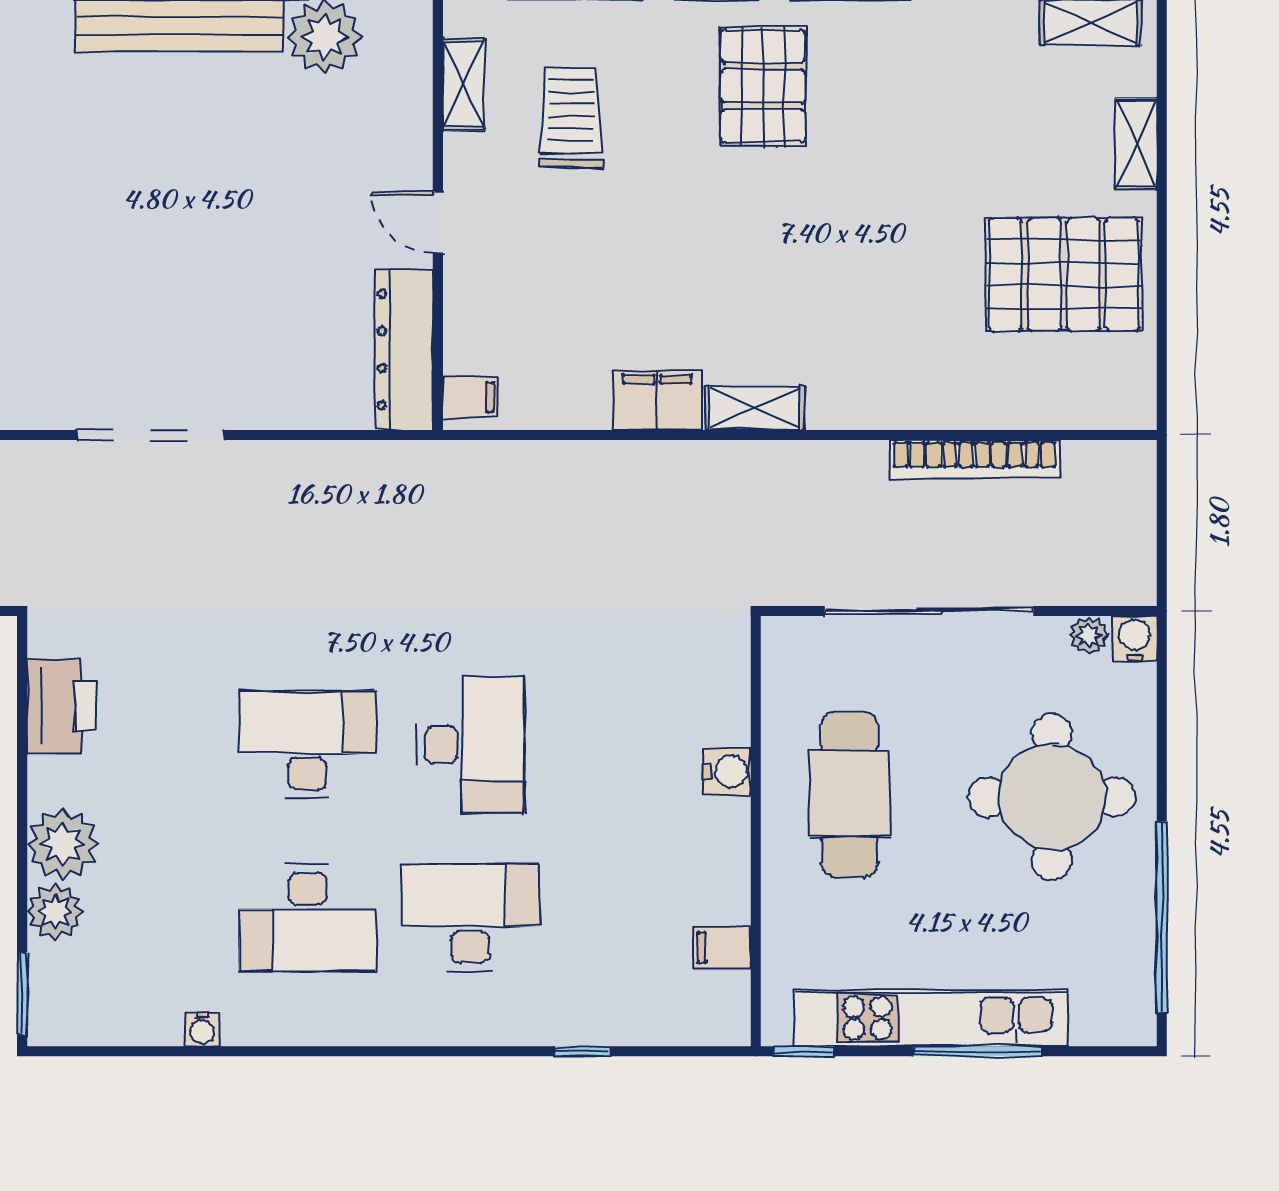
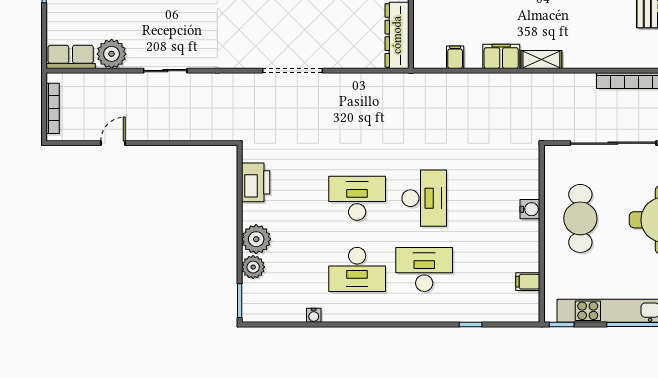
filing cabinet: (470, 397) -> (455, 57), moved, turned -90

